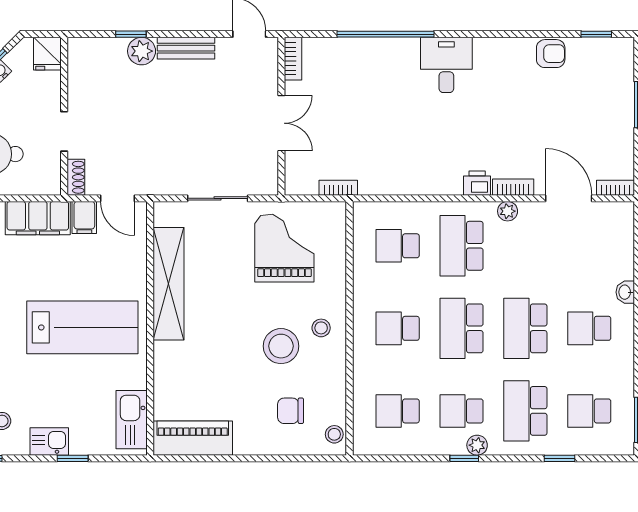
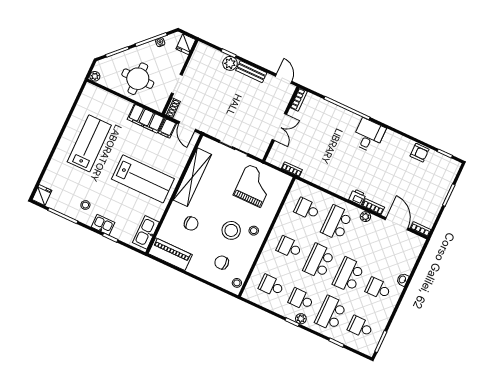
chair: (204, 367) -> (191, 223), added

